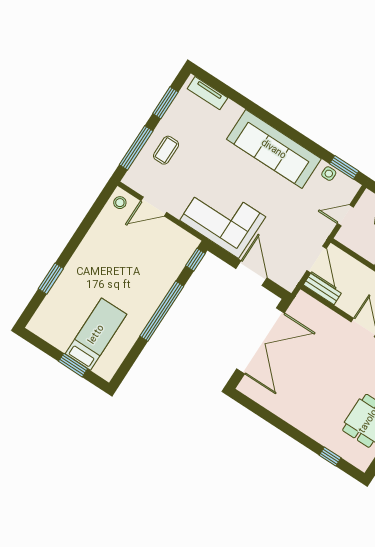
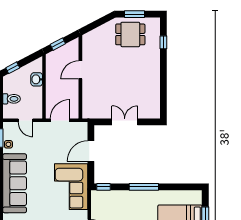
bench: (322, 289) -> (74, 107), removed
window: (162, 311) -> (144, 187), width x0.68
double door: (261, 341) -> (125, 122), width x0.54

